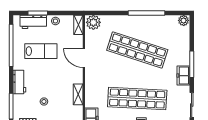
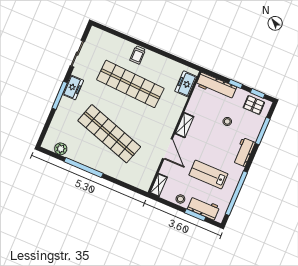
plant: (184, 20) -> (61, 149), moved
plant: (93, 22) -> (142, 181), removed
shelving: (78, 94) -> (184, 125), moved

